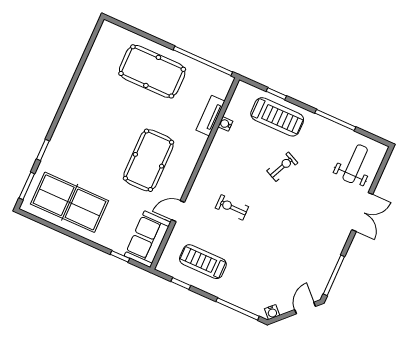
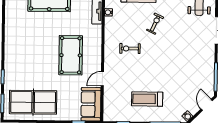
exercise bike: (232, 207) -> (130, 49), moved
treadmill: (203, 262) -> (147, 99), moved

